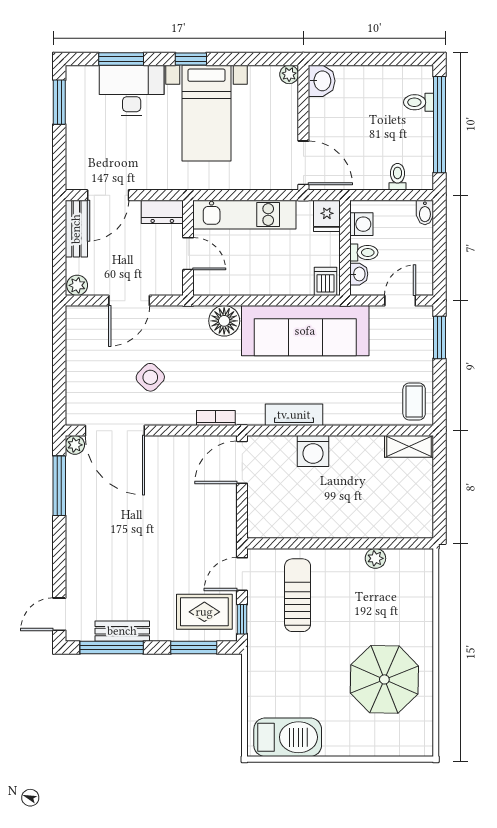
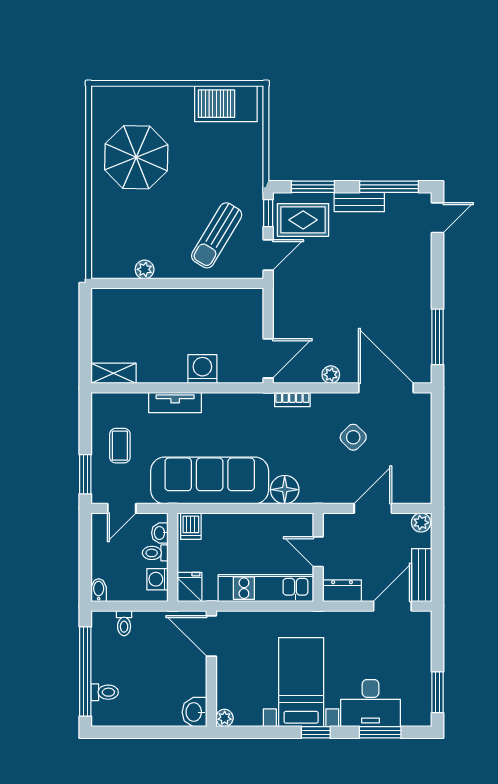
coffee table: (414, 401) -> (120, 446), moved
tv unit: (294, 415) -> (175, 403), moved
plant: (75, 445) -> (331, 375), moved
sun lounger: (298, 595) -> (217, 235), turned 31
bench: (122, 631) -> (359, 202), moved

